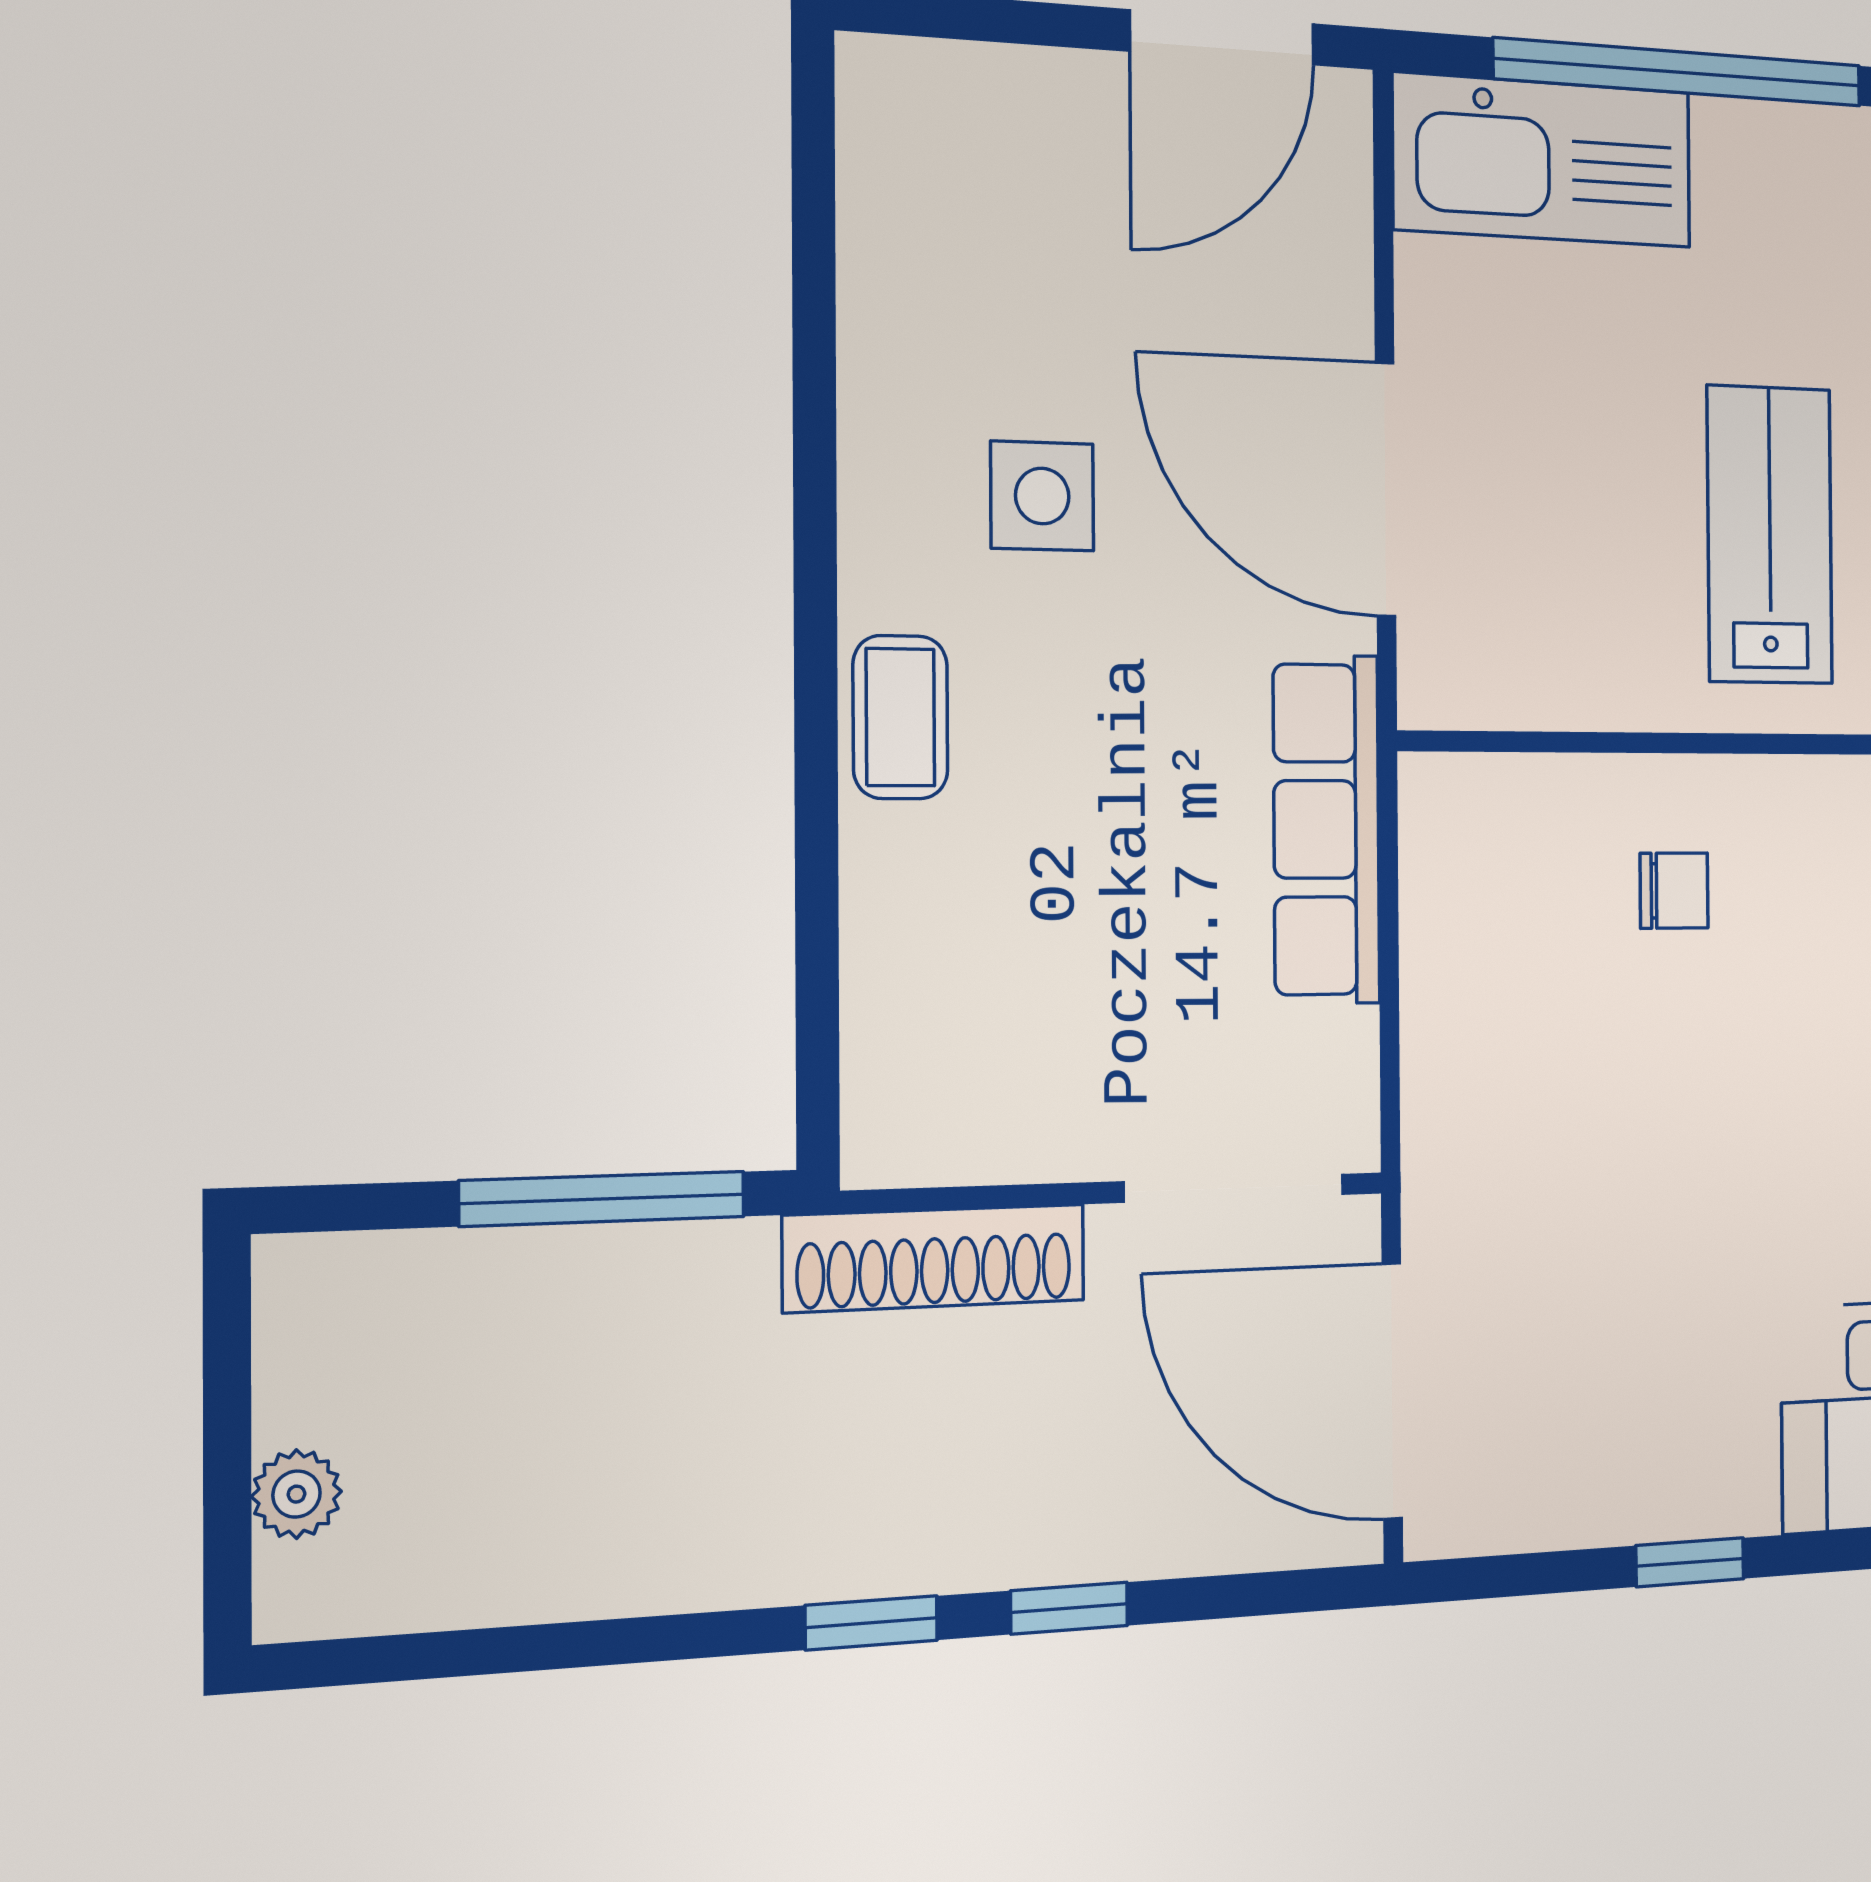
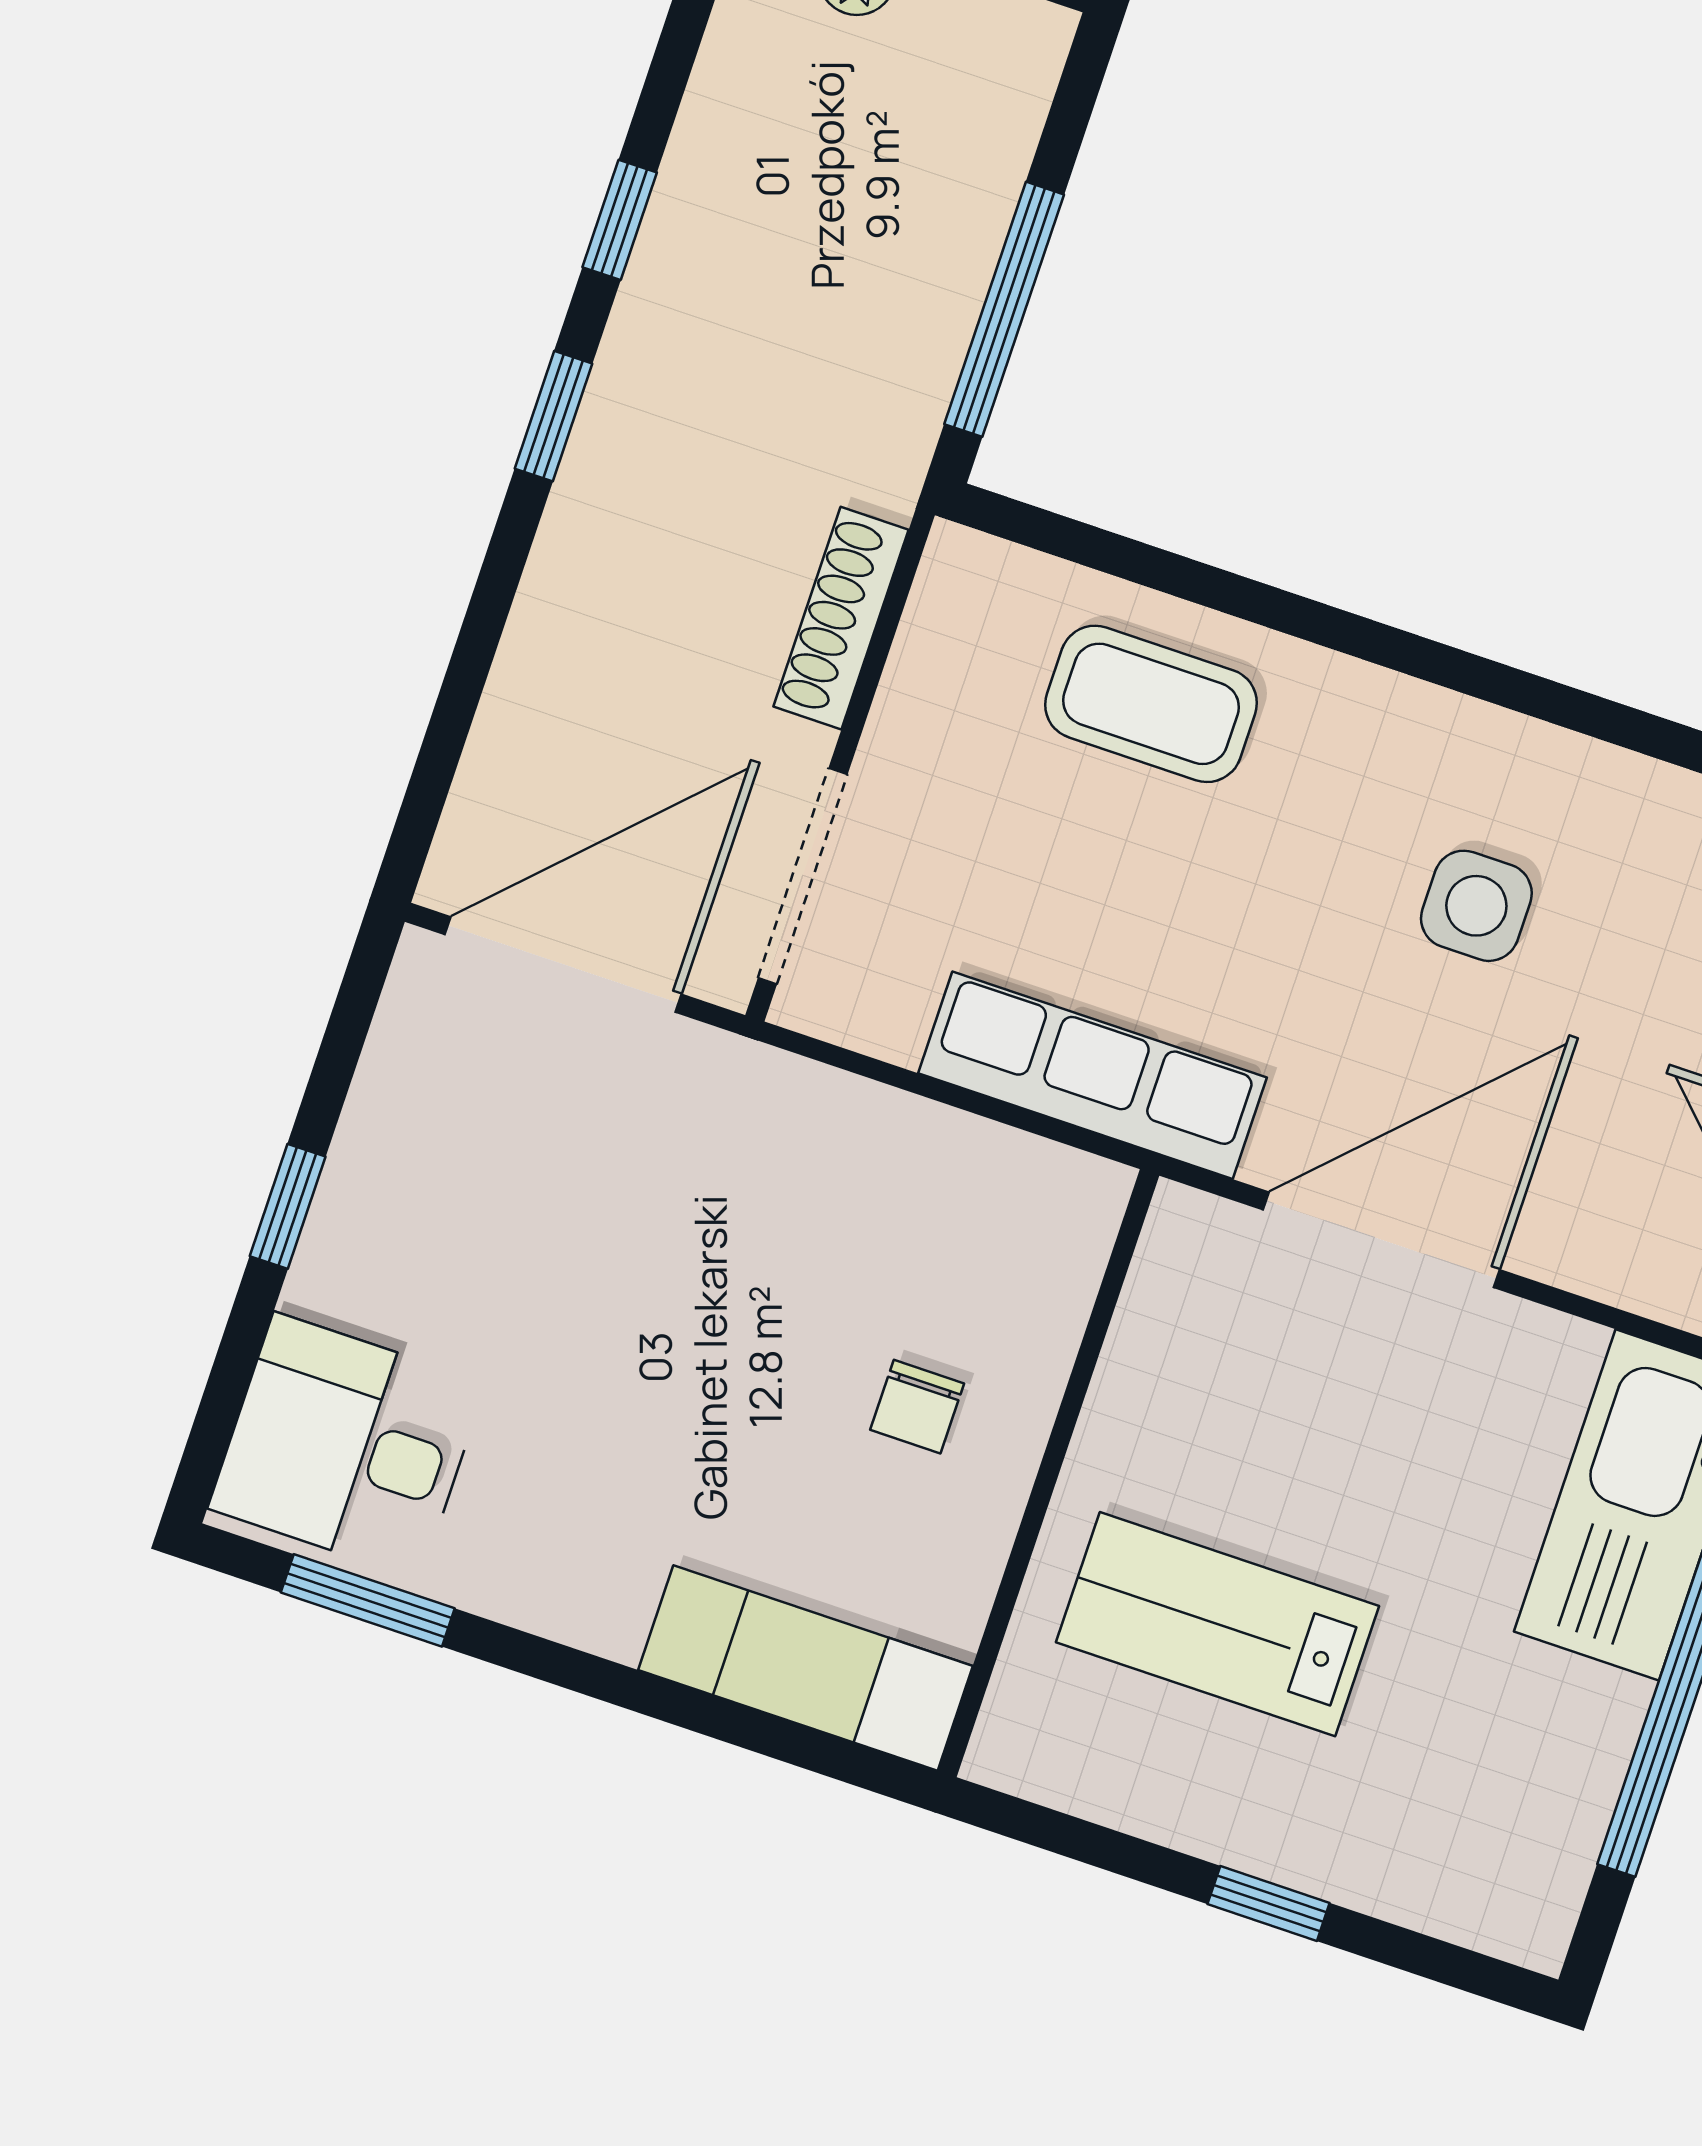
lab bench: (1770, 535) -> (1218, 1624), turned 180
coffee table: (900, 717) -> (1151, 704), moved, width x1.36, depth x1.30
shoe rack: (935, 1258) -> (841, 618), width x0.74, depth x0.81
window: (1069, 1608) -> (620, 220), moved

